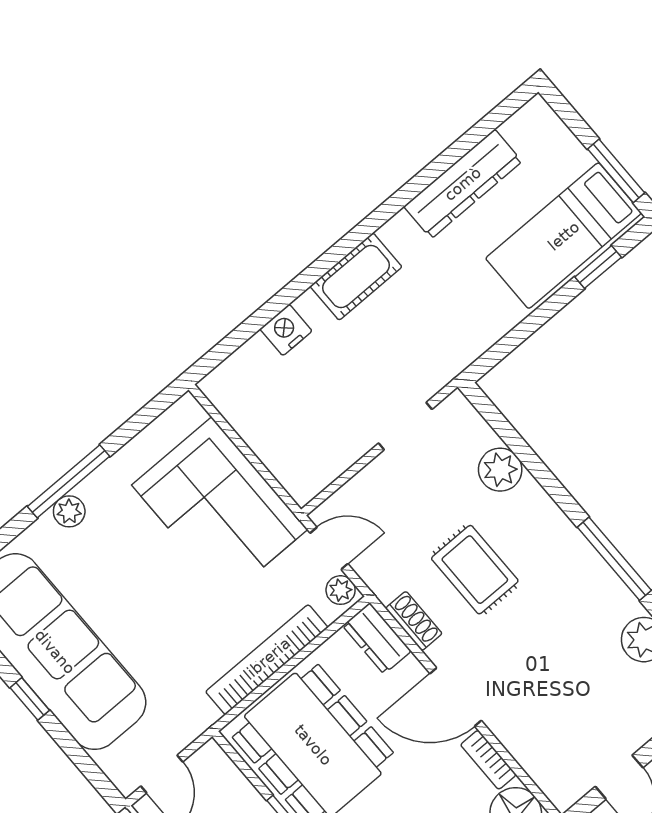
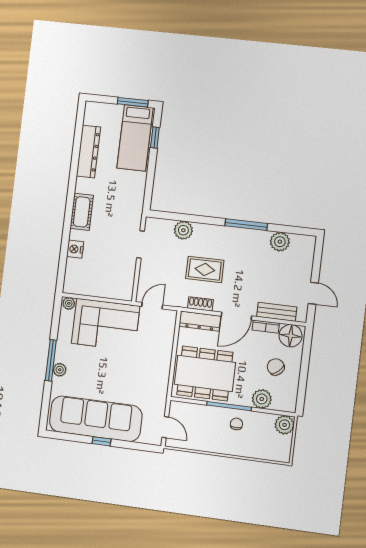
plant: (341, 590) -> (69, 303), moved
dresser: (377, 638) -> (200, 321), width x1.44
bookcase: (267, 659) -> (165, 359), removed
bench: (530, 752) -> (277, 312), added

